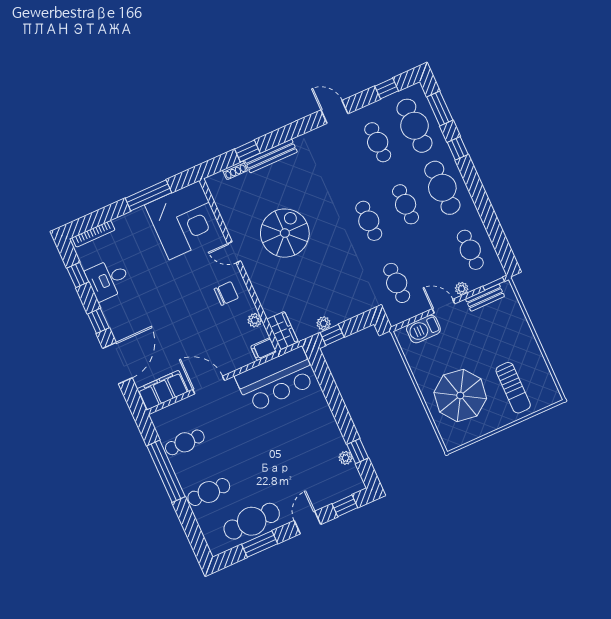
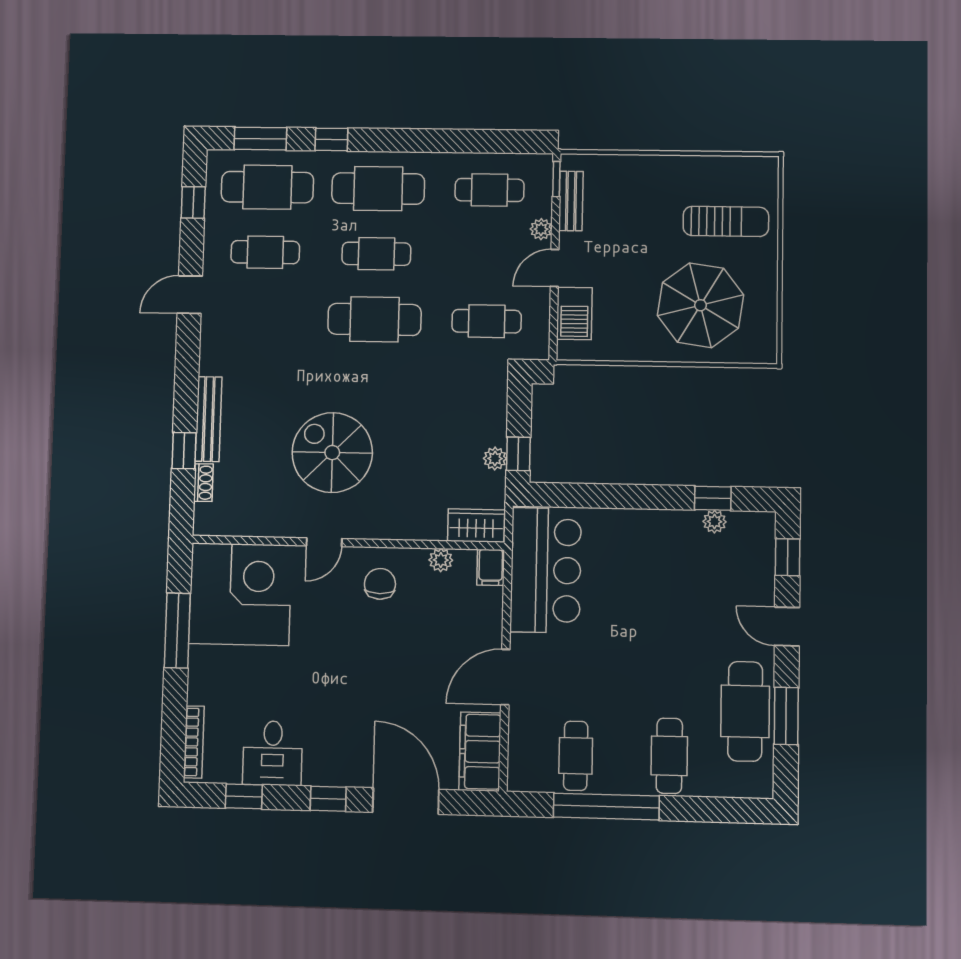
cafe table: (369, 221) -> (374, 319), width x1.37, depth x1.35

